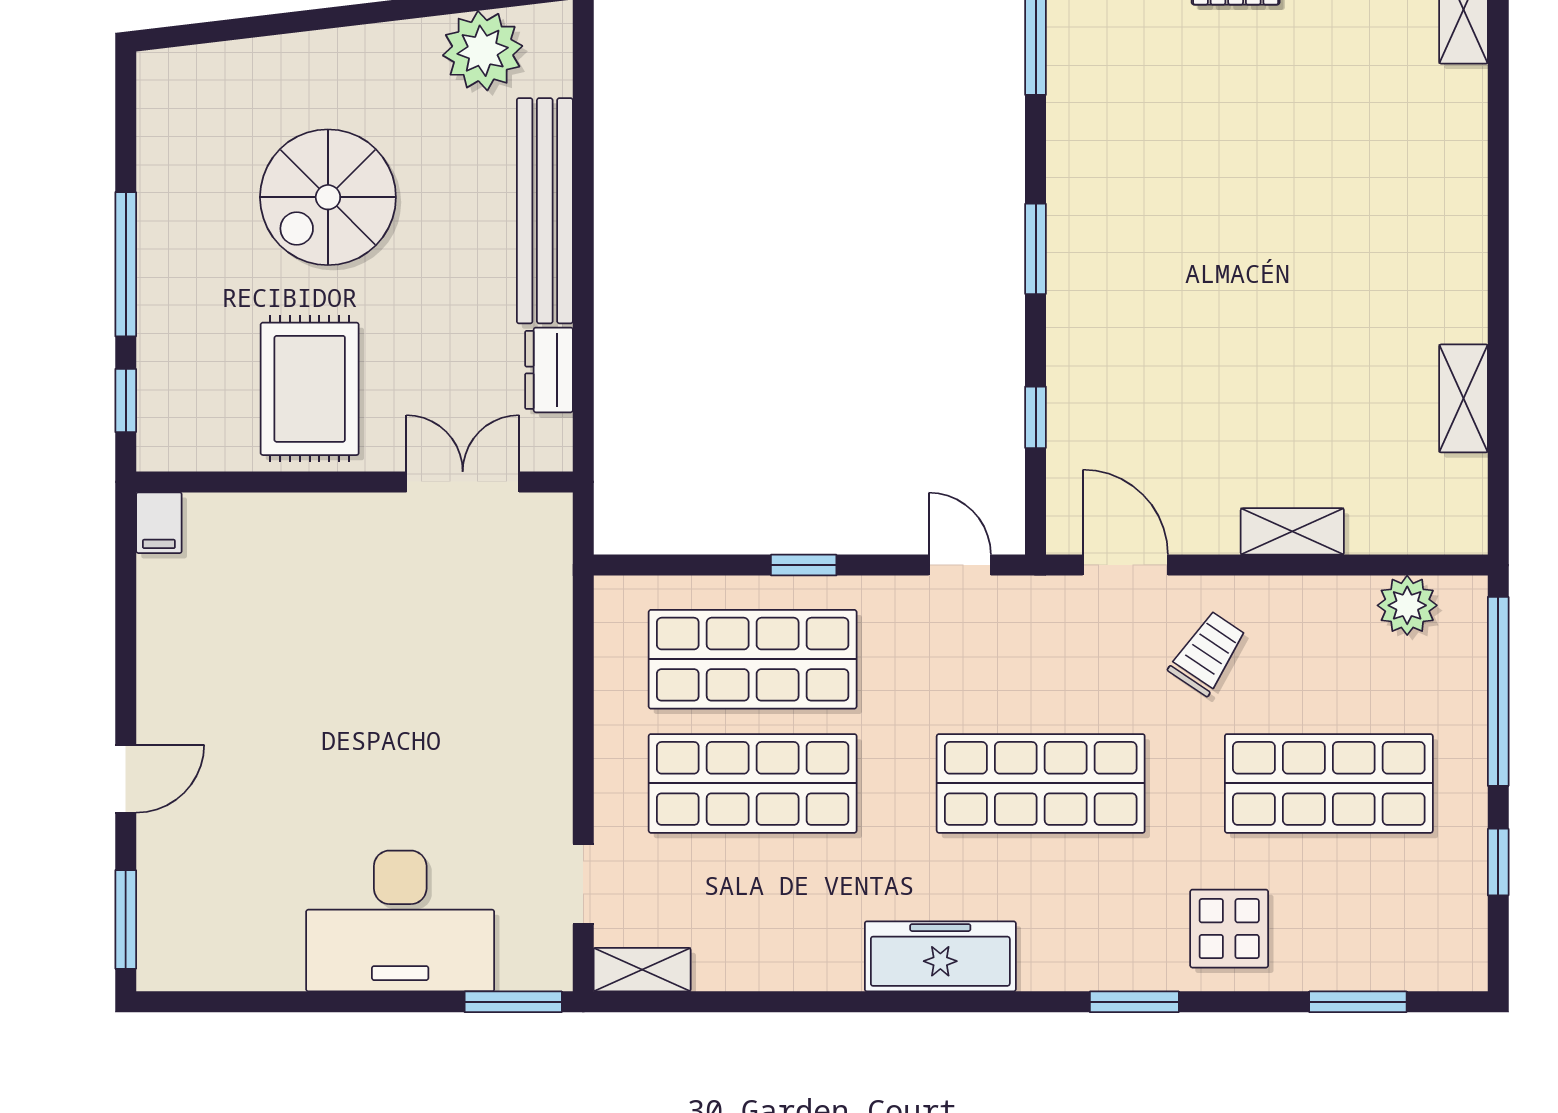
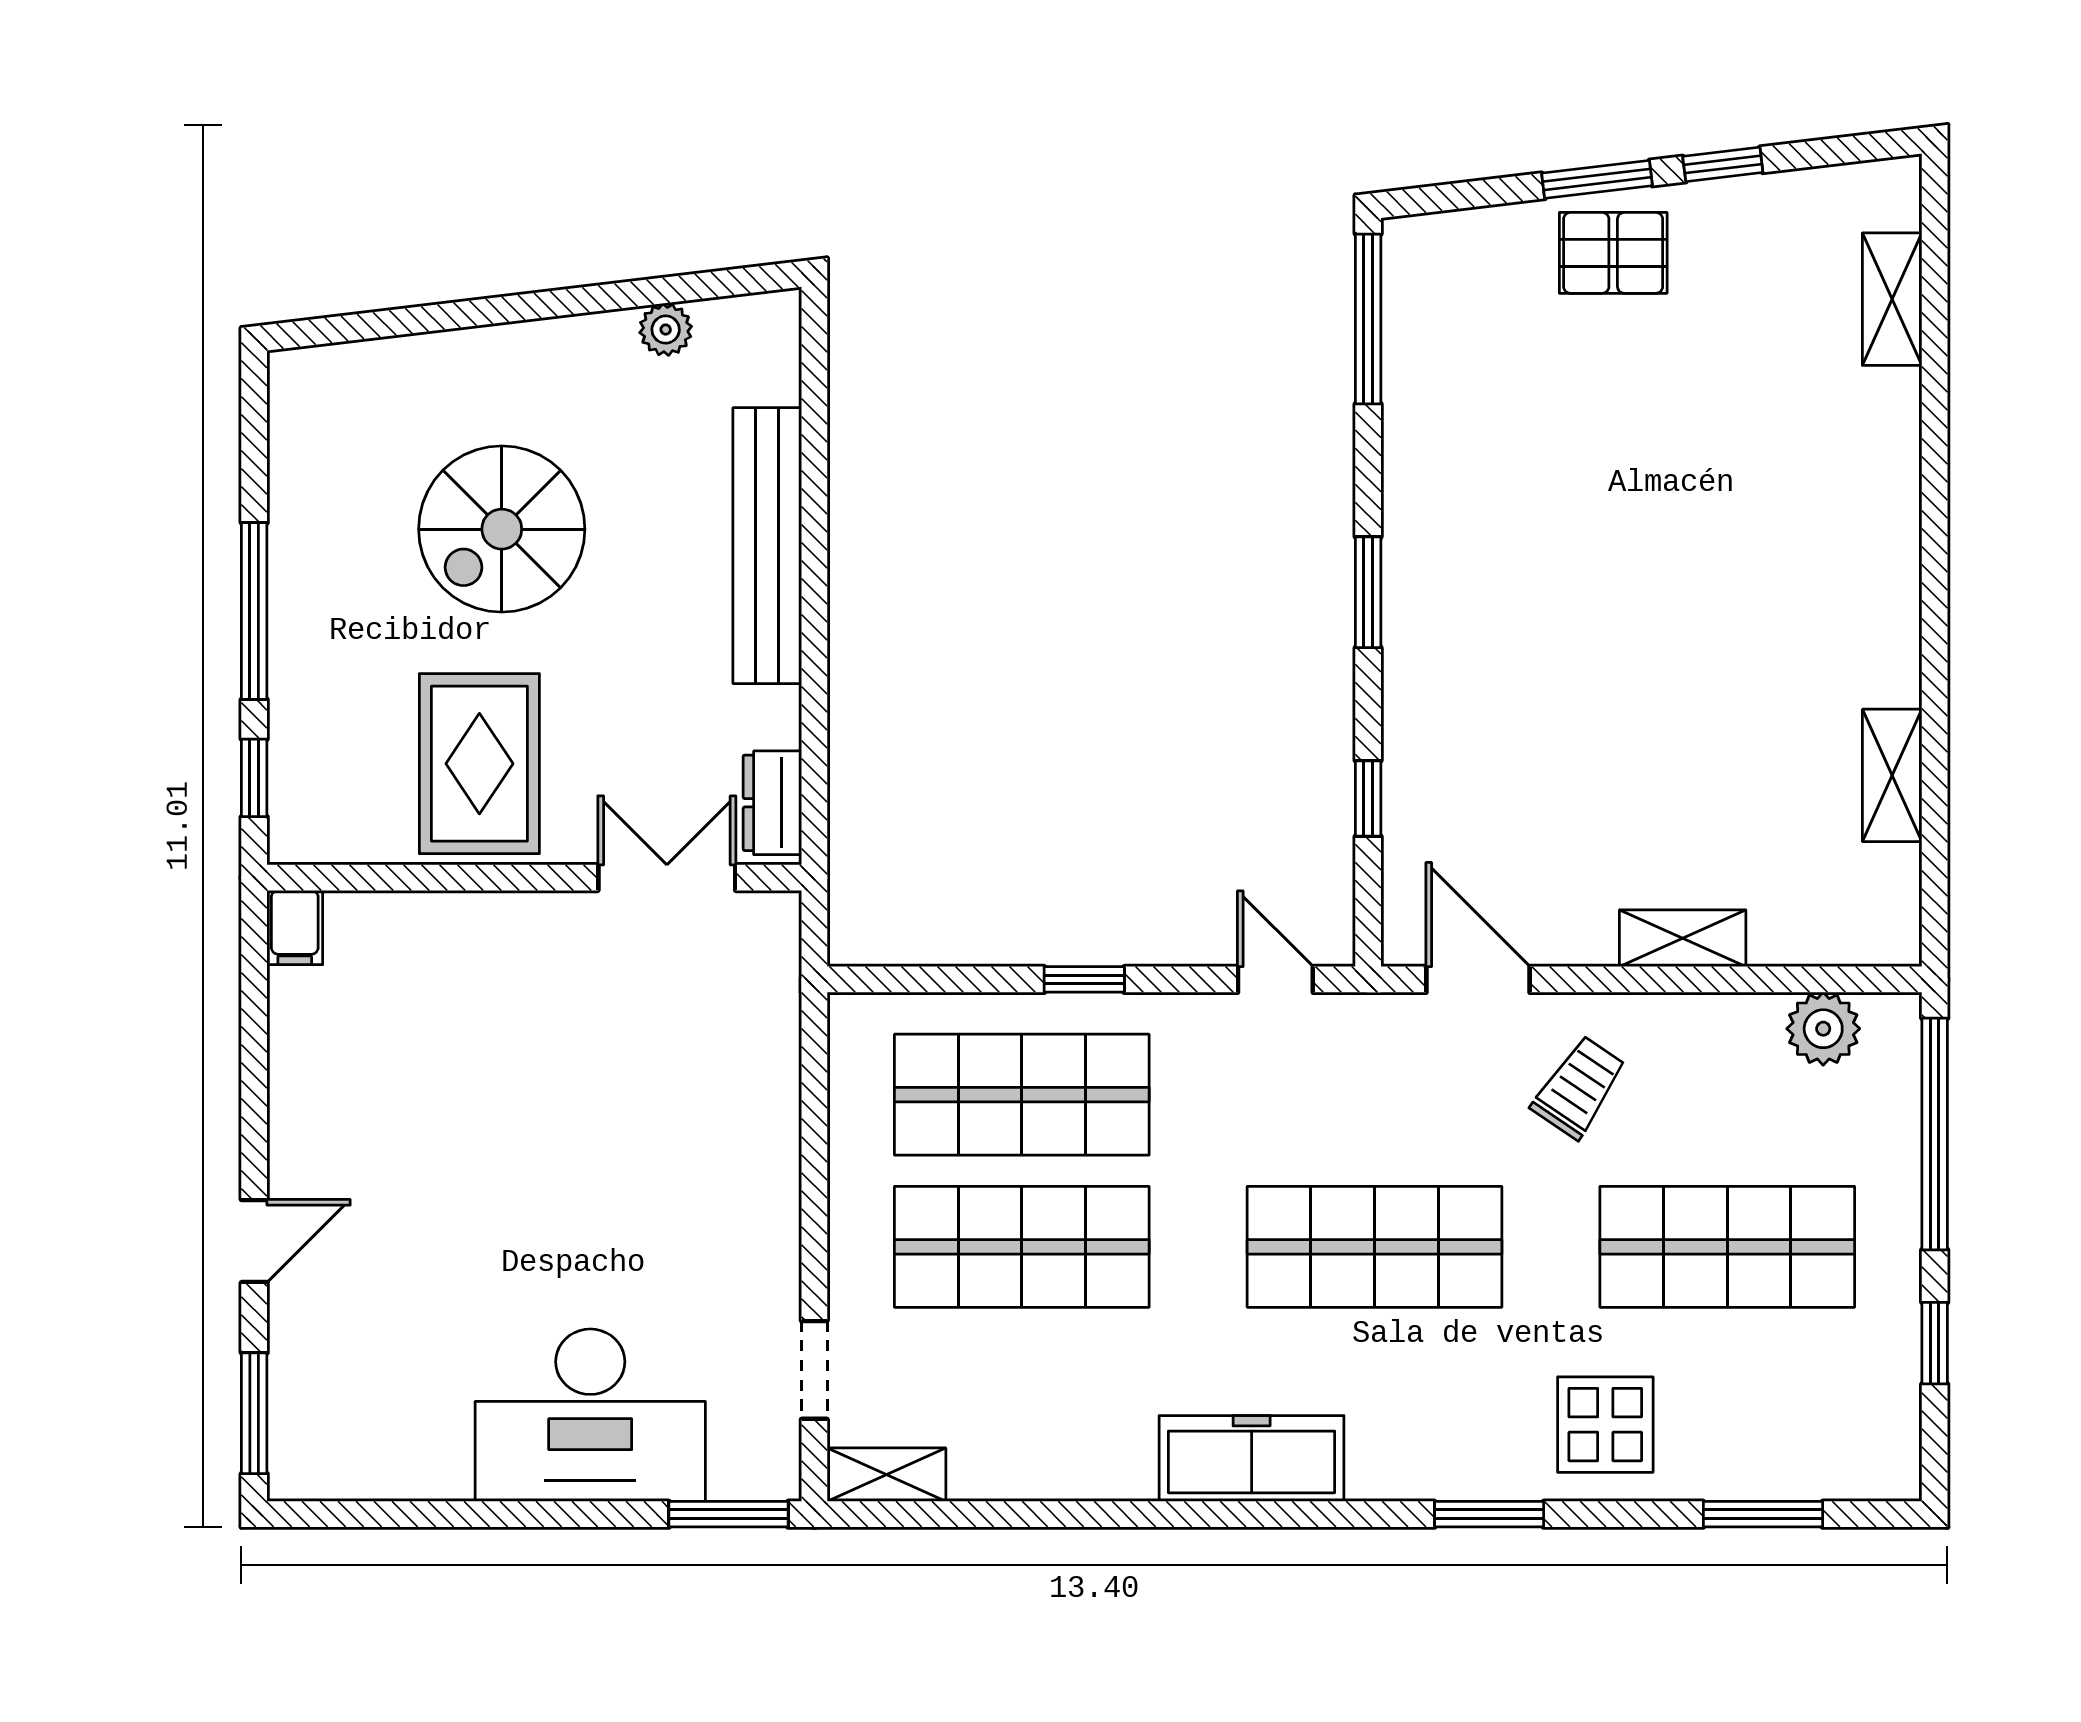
plant: (483, 51) -> (666, 330), width x0.53, depth x0.53
dresser: (549, 370) -> (772, 803), moved

